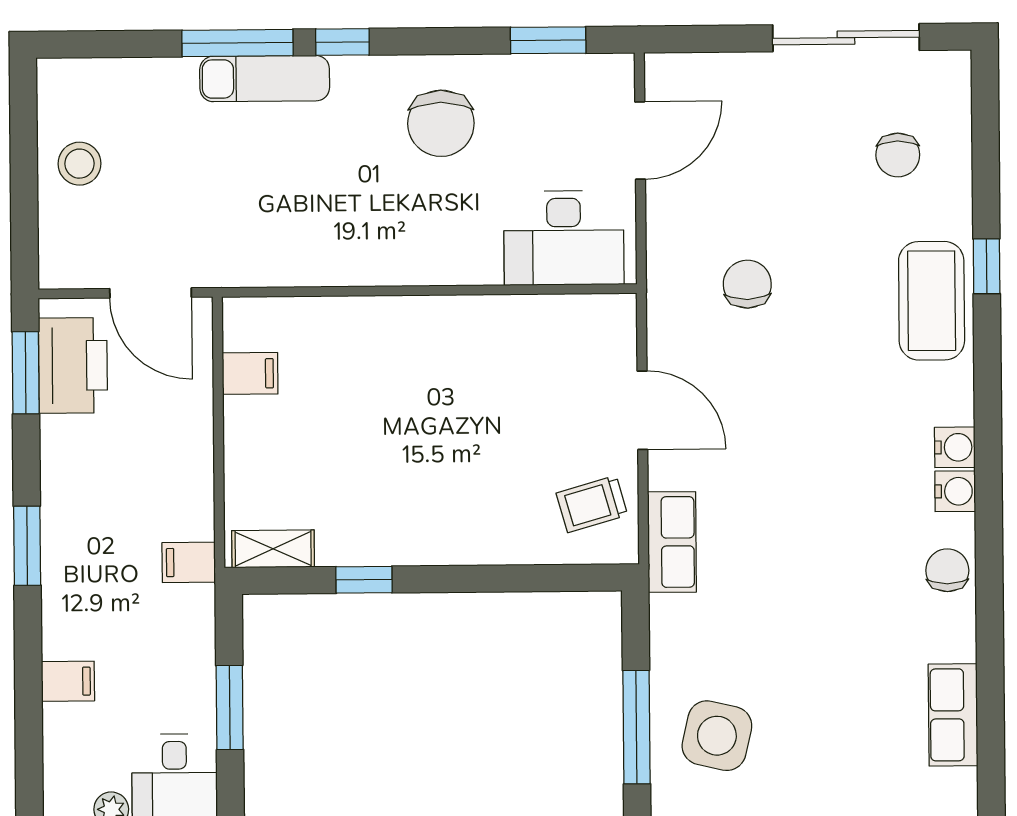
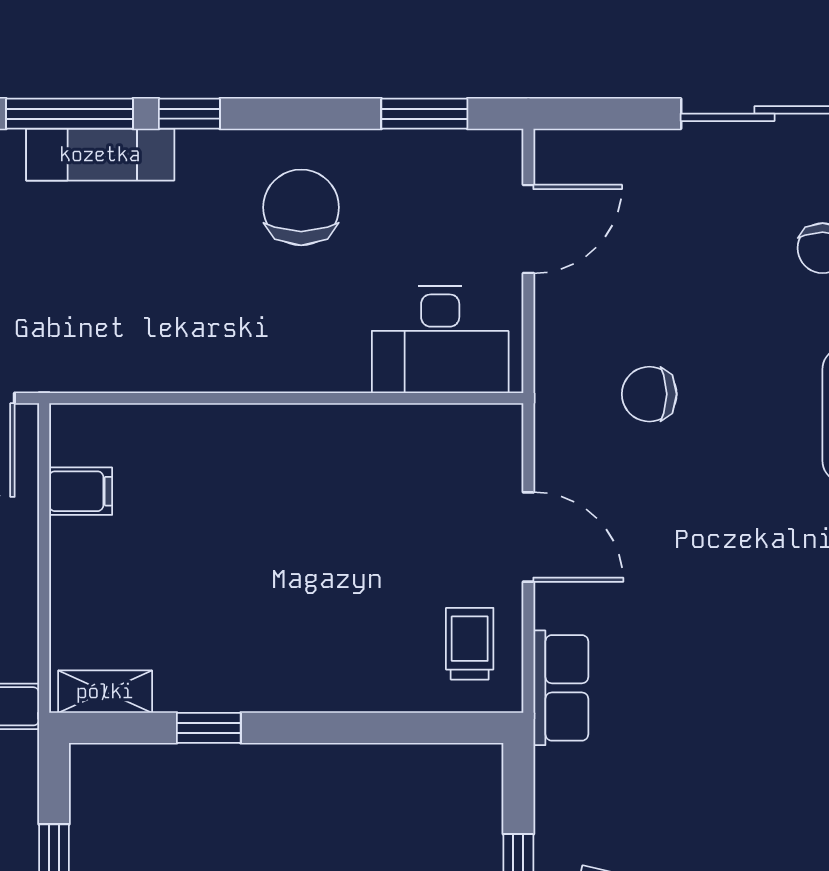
chair: (441, 123) -> (301, 207), turned 180
chair: (747, 284) -> (649, 394), turned -89
trolley: (592, 504) -> (470, 644), turned 106

